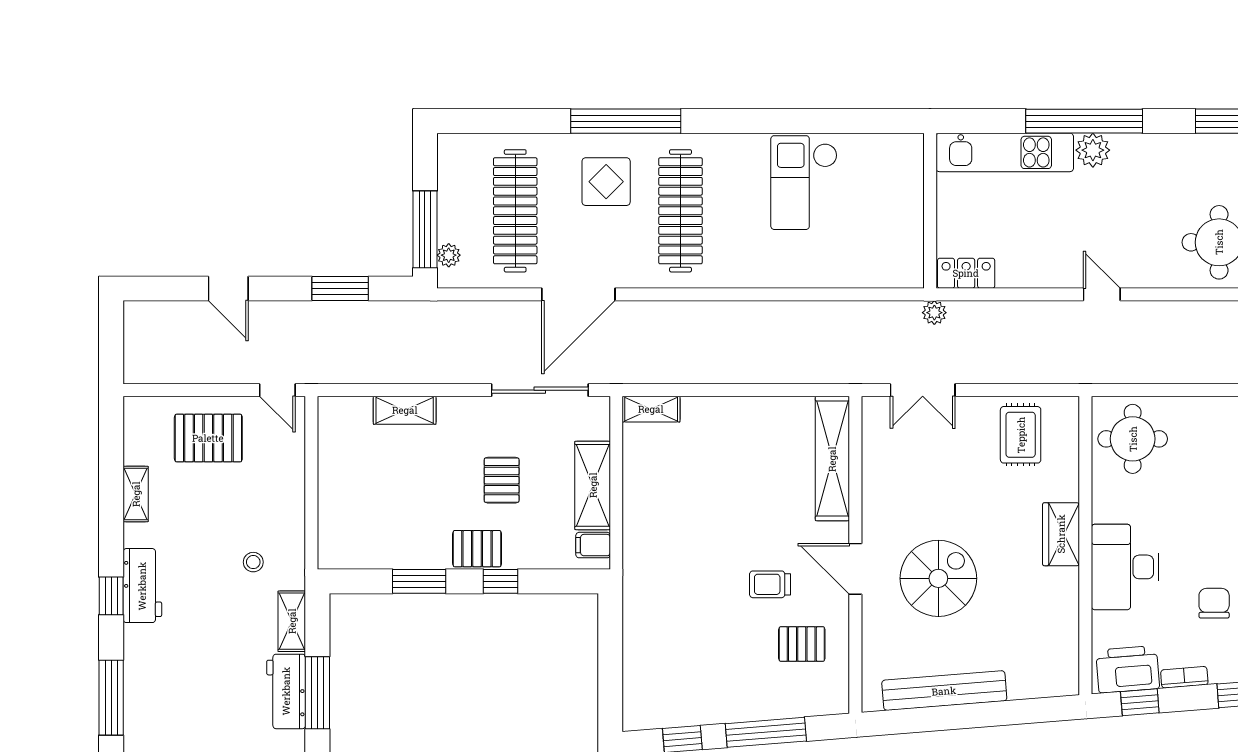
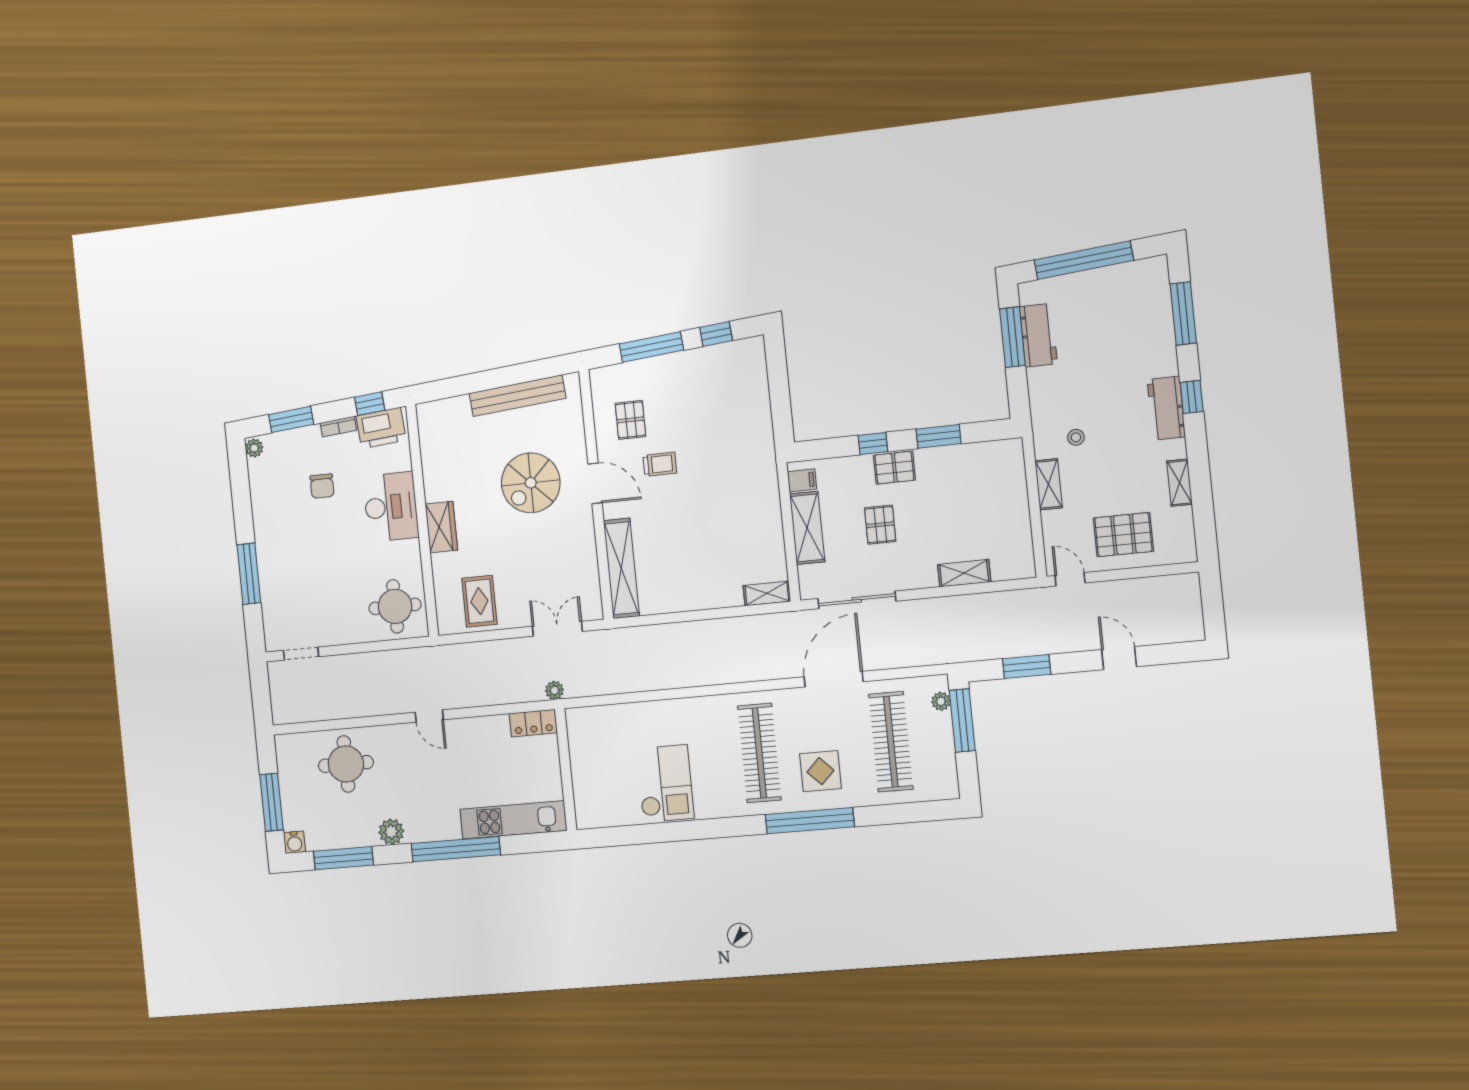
plant: (1093, 150) -> (391, 832), moved
shelving: (292, 621) -> (1049, 484), moved
pallet: (802, 644) -> (630, 420), turned 90

